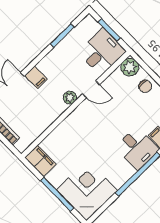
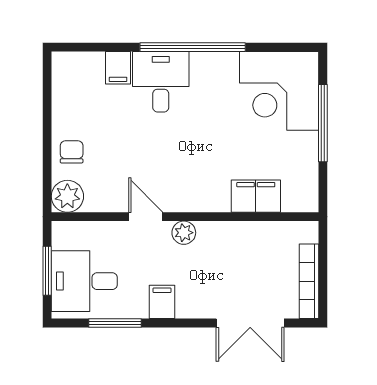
desk: (102, 52) -> (84, 281), moved
filing cabinet: (36, 77) -> (162, 302), moved
filing cabinet: (40, 161) -> (256, 196), moved, turned 90

